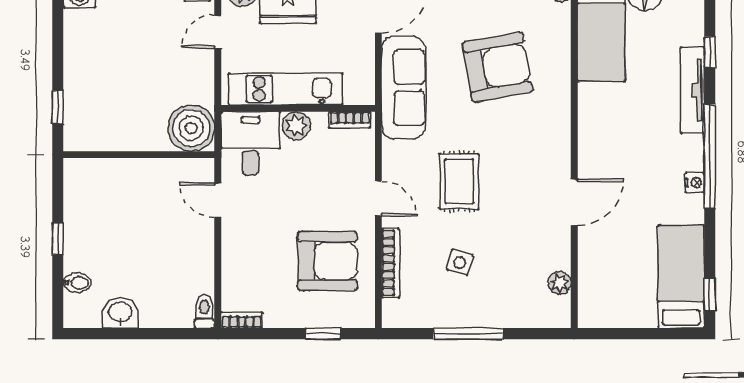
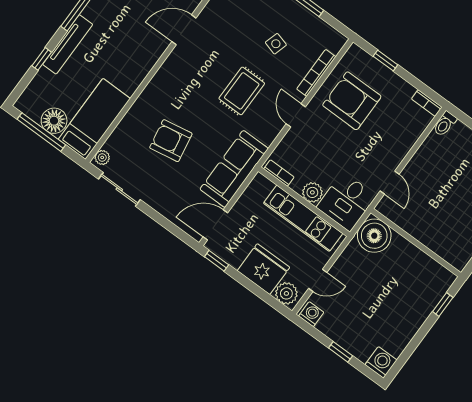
armchair: (498, 67) -> (171, 141), width x0.73, depth x0.73

